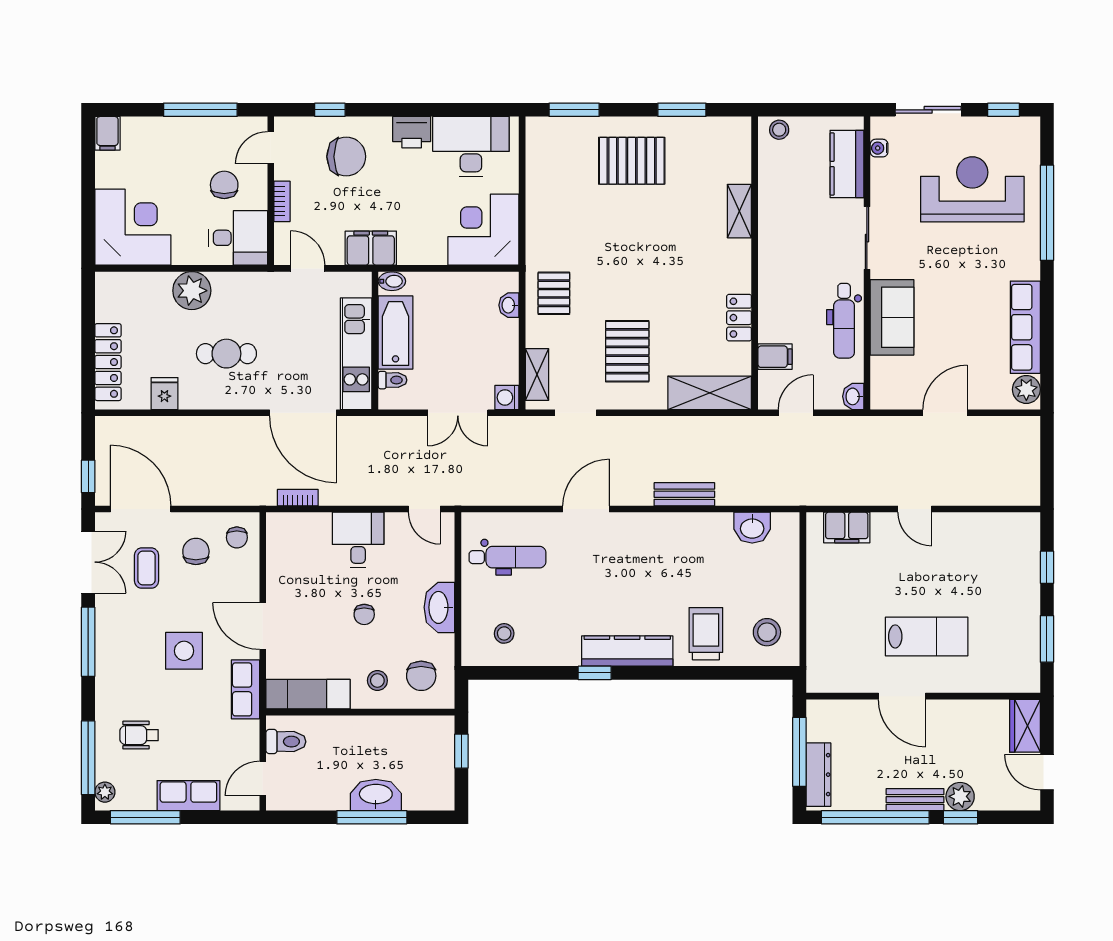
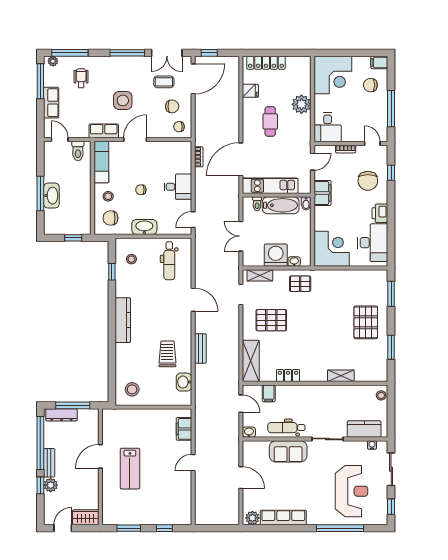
chair: (224, 185) -> (370, 85), moved, turned 180
washing machine: (507, 397) -> (276, 255), moved, width x1.89, depth x1.89
trolley: (706, 634) -> (167, 354), moved, turned -90
window: (595, 673) -> (112, 272), moved

